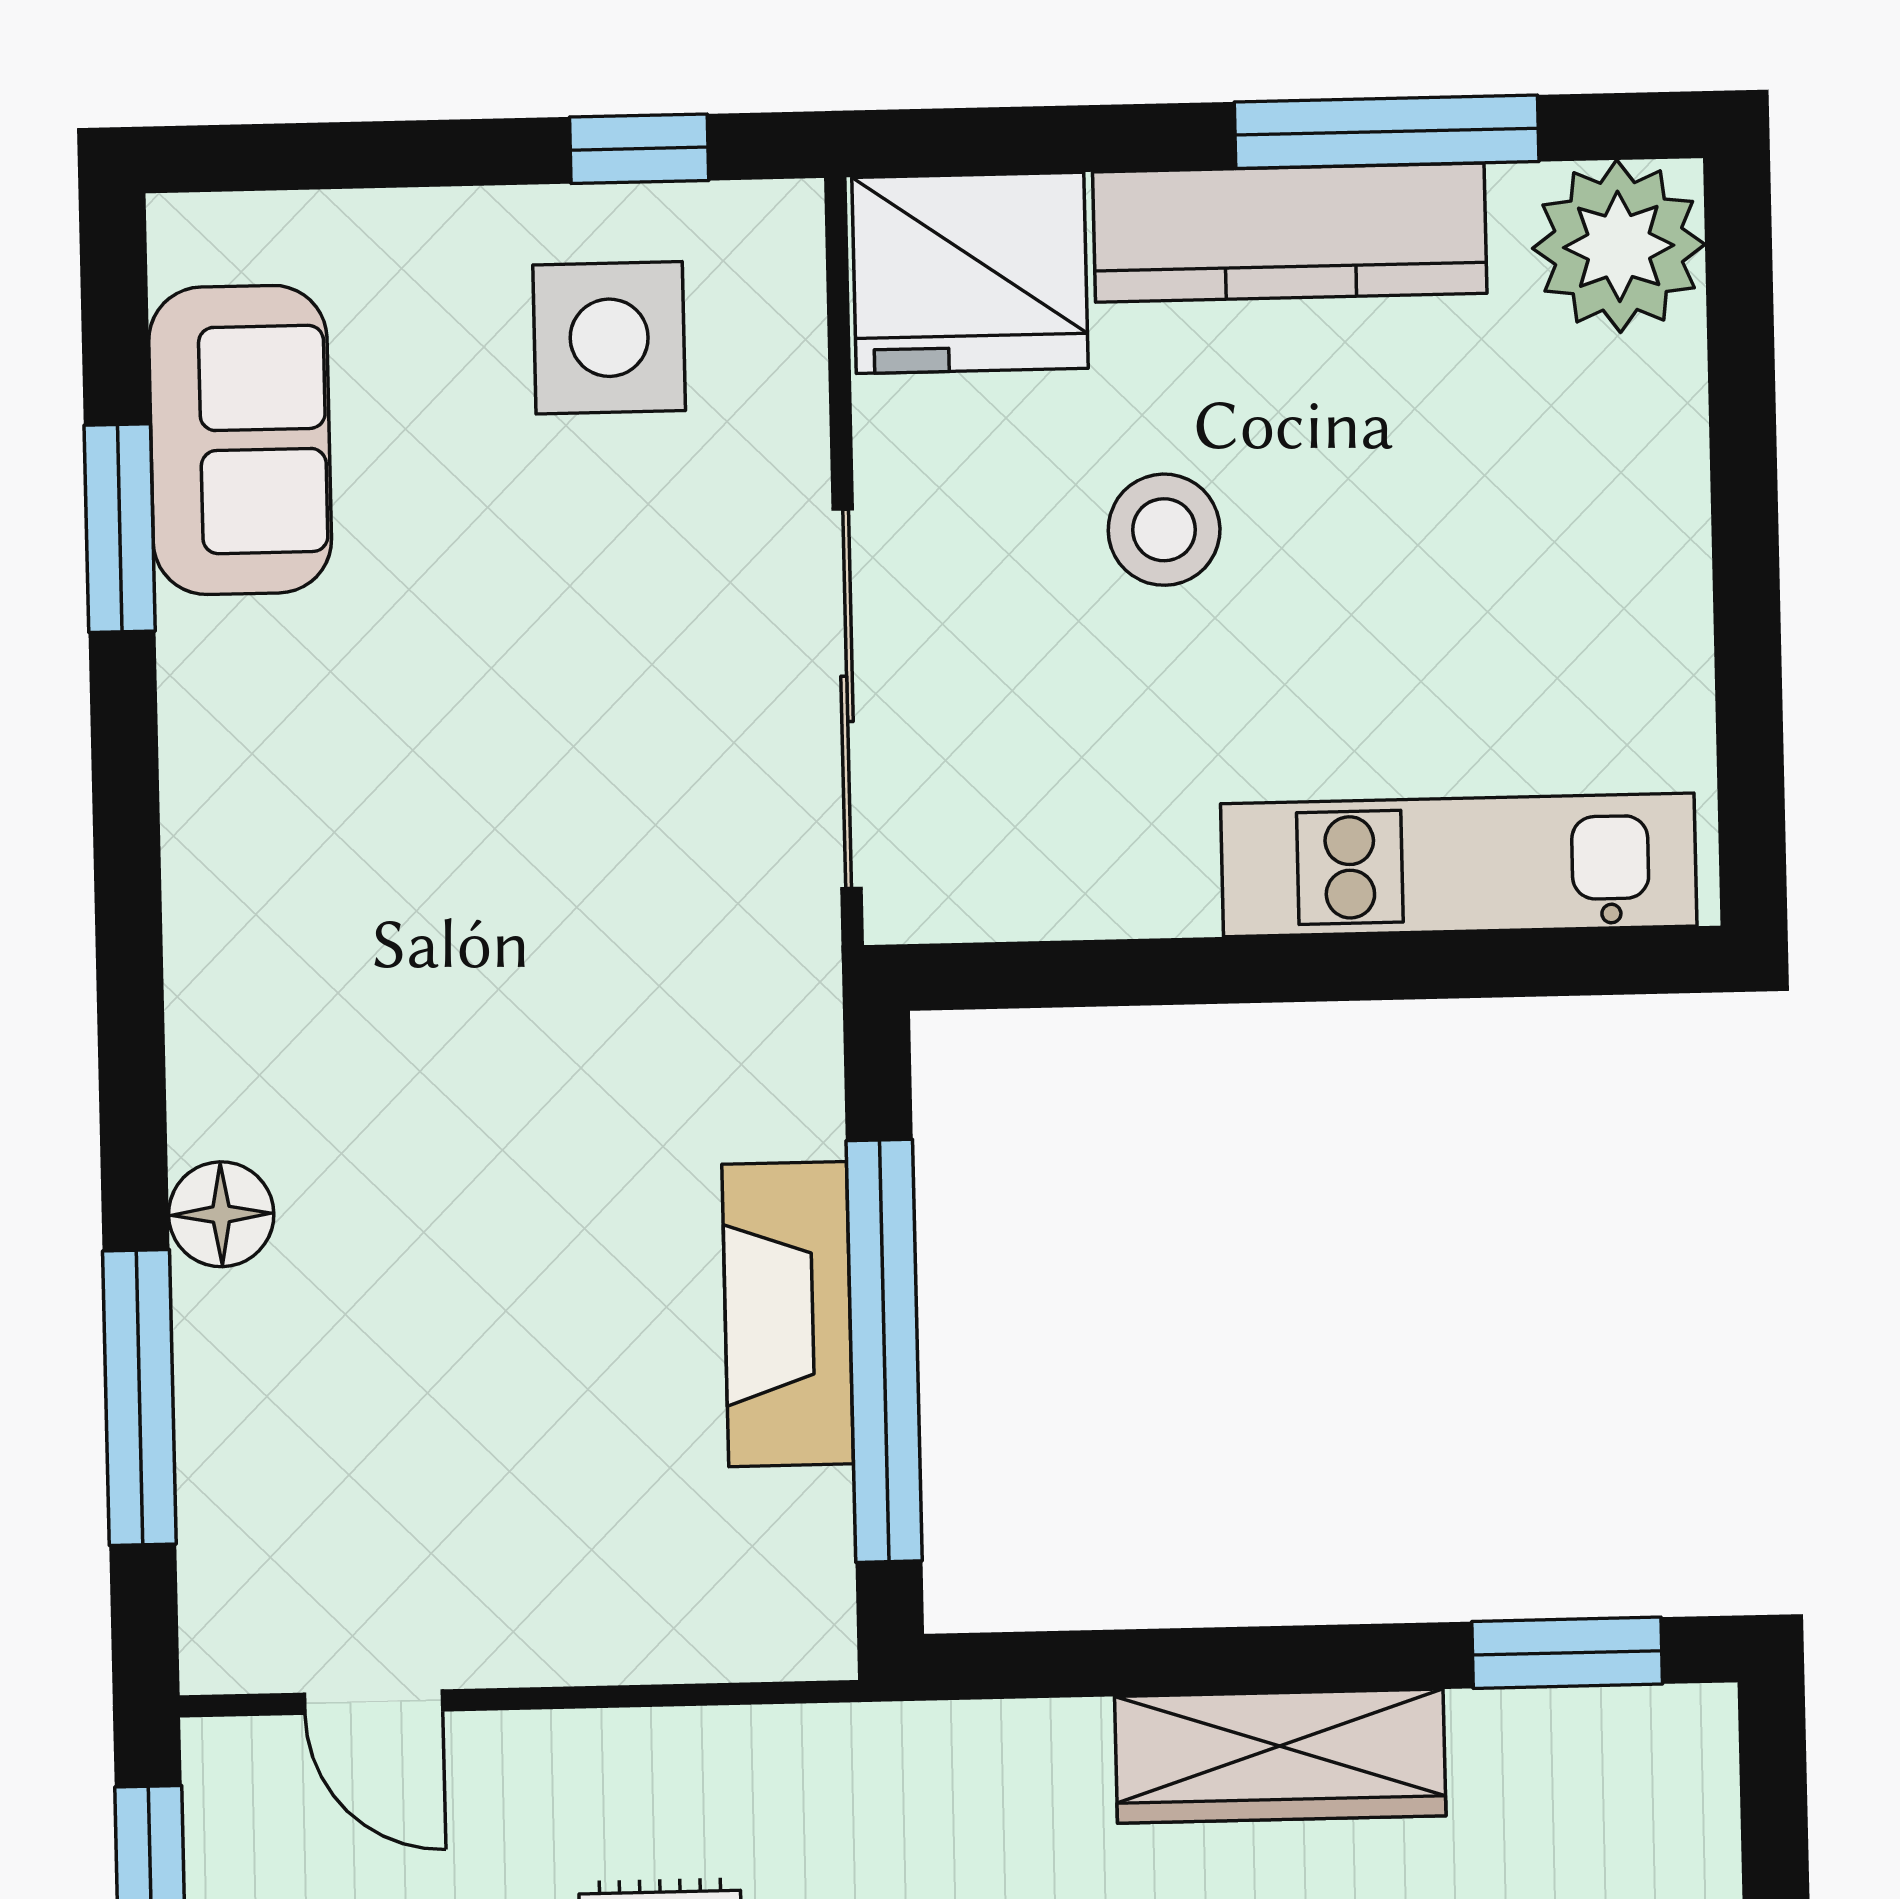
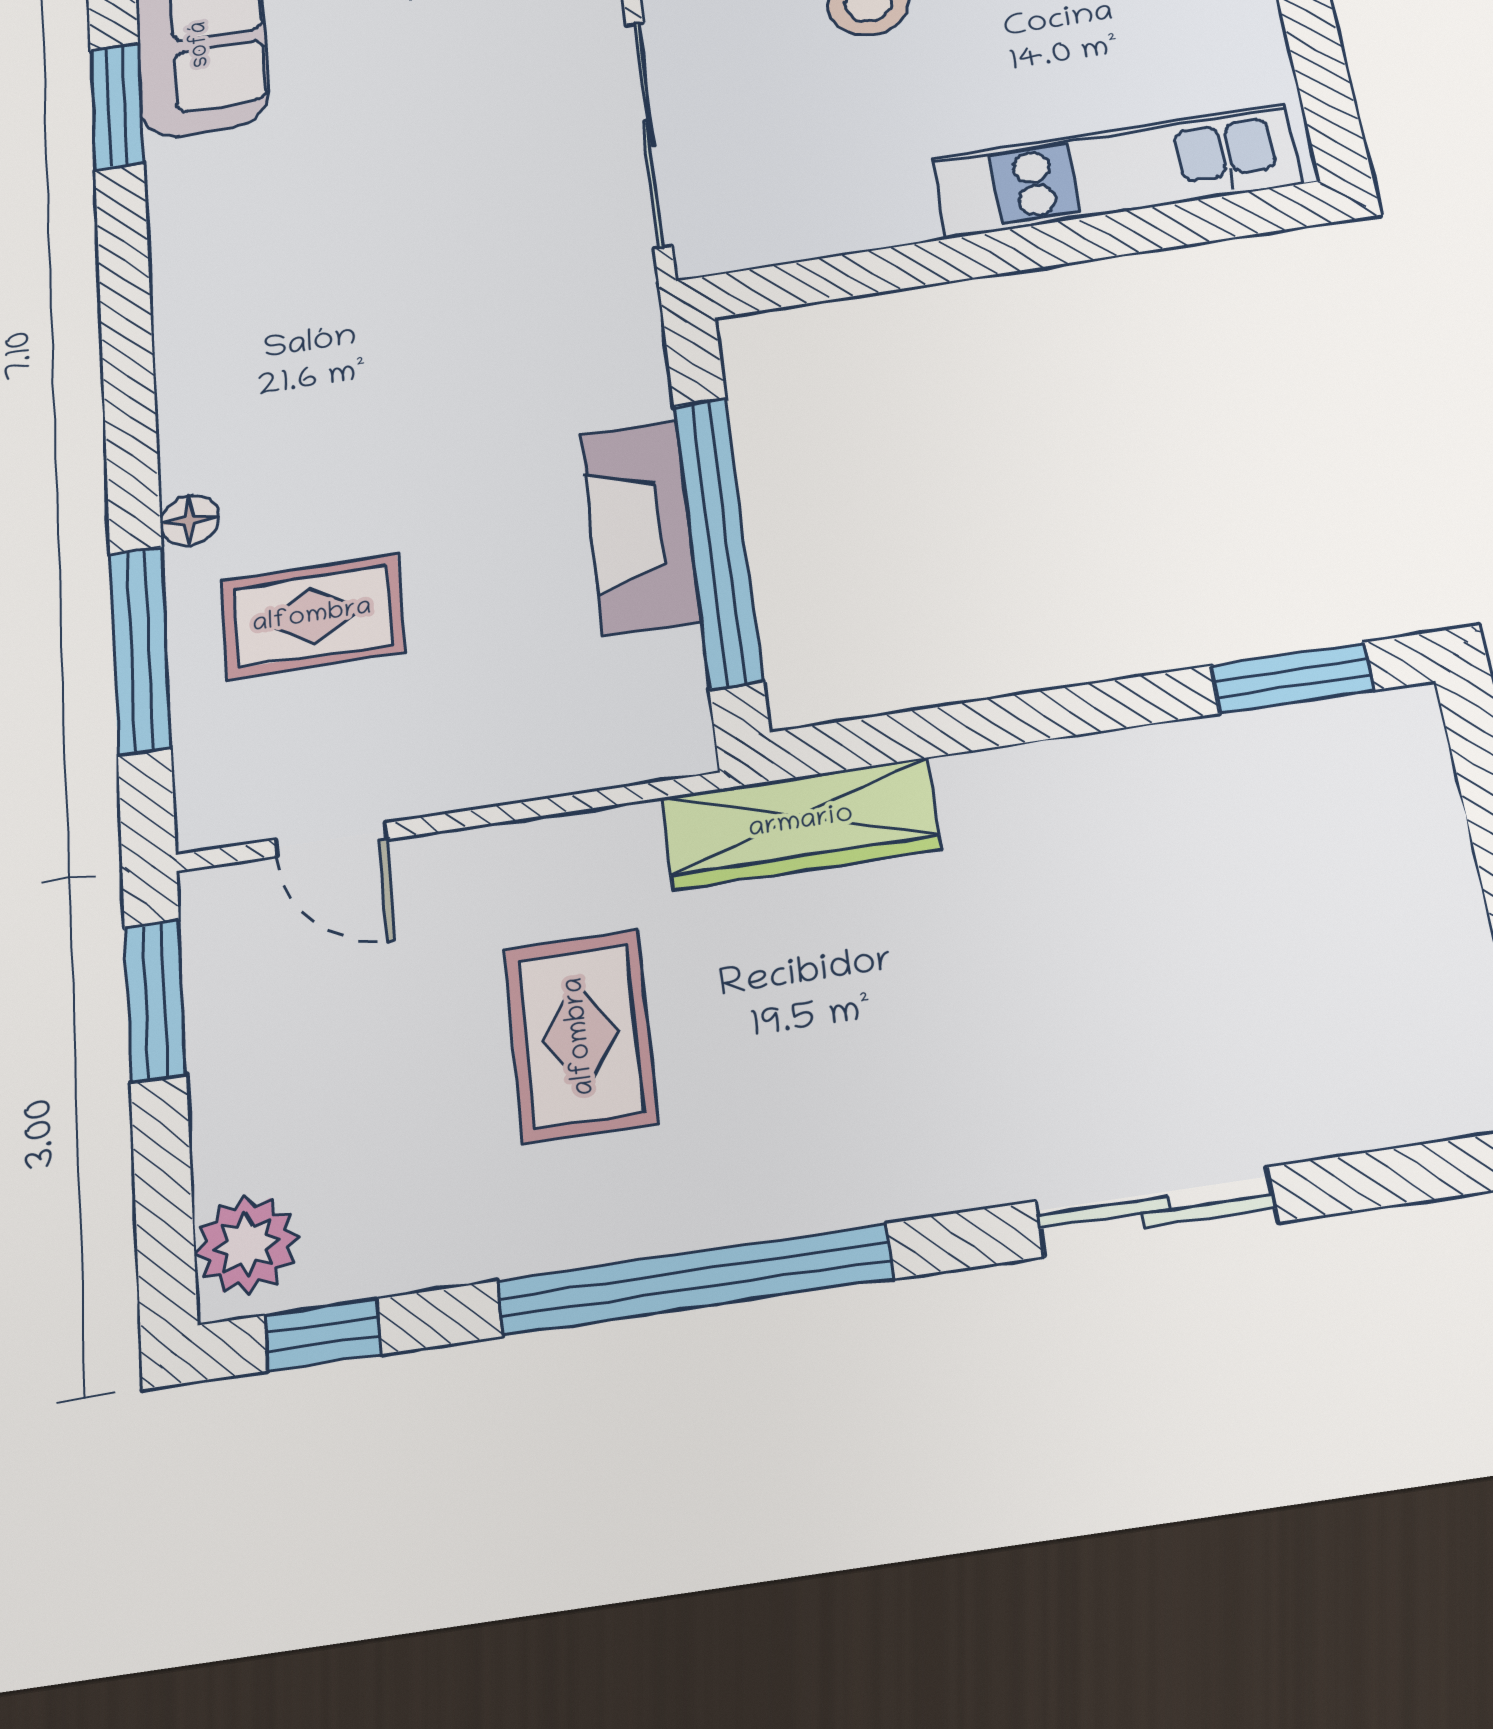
floor lamp: (221, 1214) -> (190, 520), width x0.73, depth x0.73
rug: (362, 1382) -> (312, 617), added
wardrobe: (1280, 1756) -> (801, 823), moved

